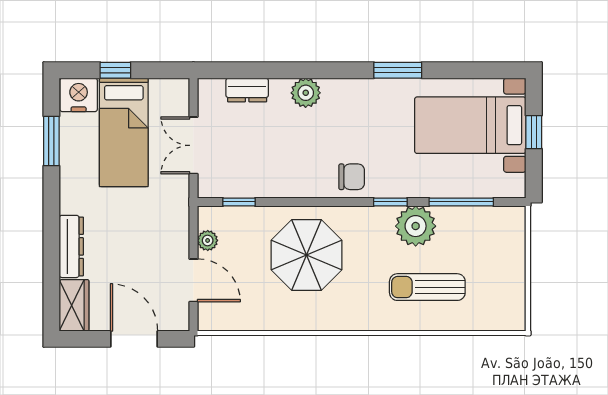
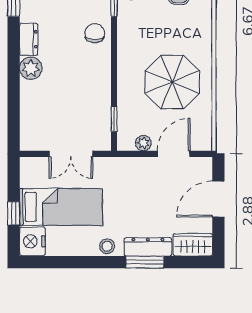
dresser: (247, 90) -> (29, 39), moved
window: (51, 141) -> (145, 262), moved
stool: (72, 193) -> (107, 246), added
parasol: (307, 255) -> (172, 82), moved

